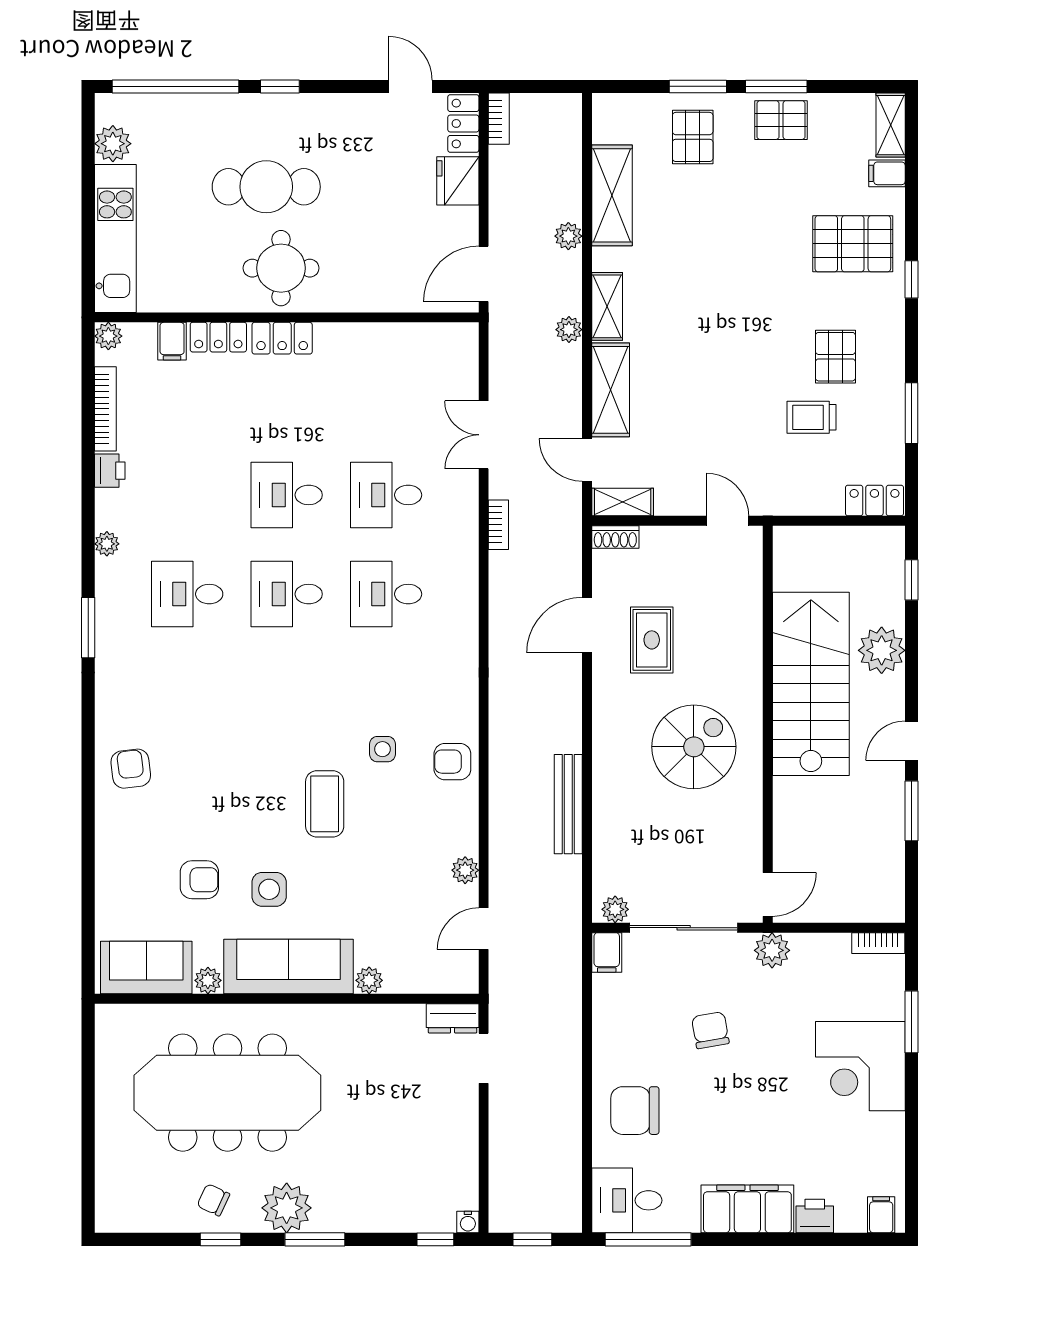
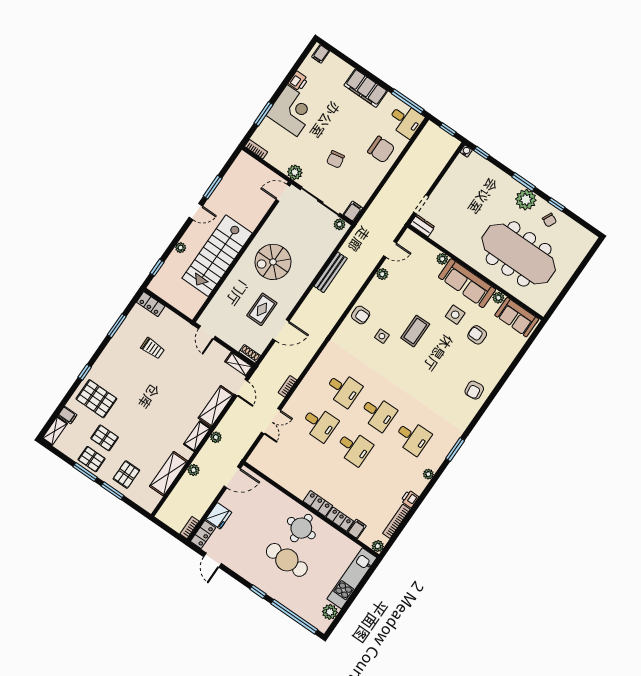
pallet: (835, 357) -> (105, 438), moved, turned 90
plant: (882, 650) -> (181, 248), width x0.53, depth x0.53
printer: (815, 1216) -> (298, 81), moved, turned -90

